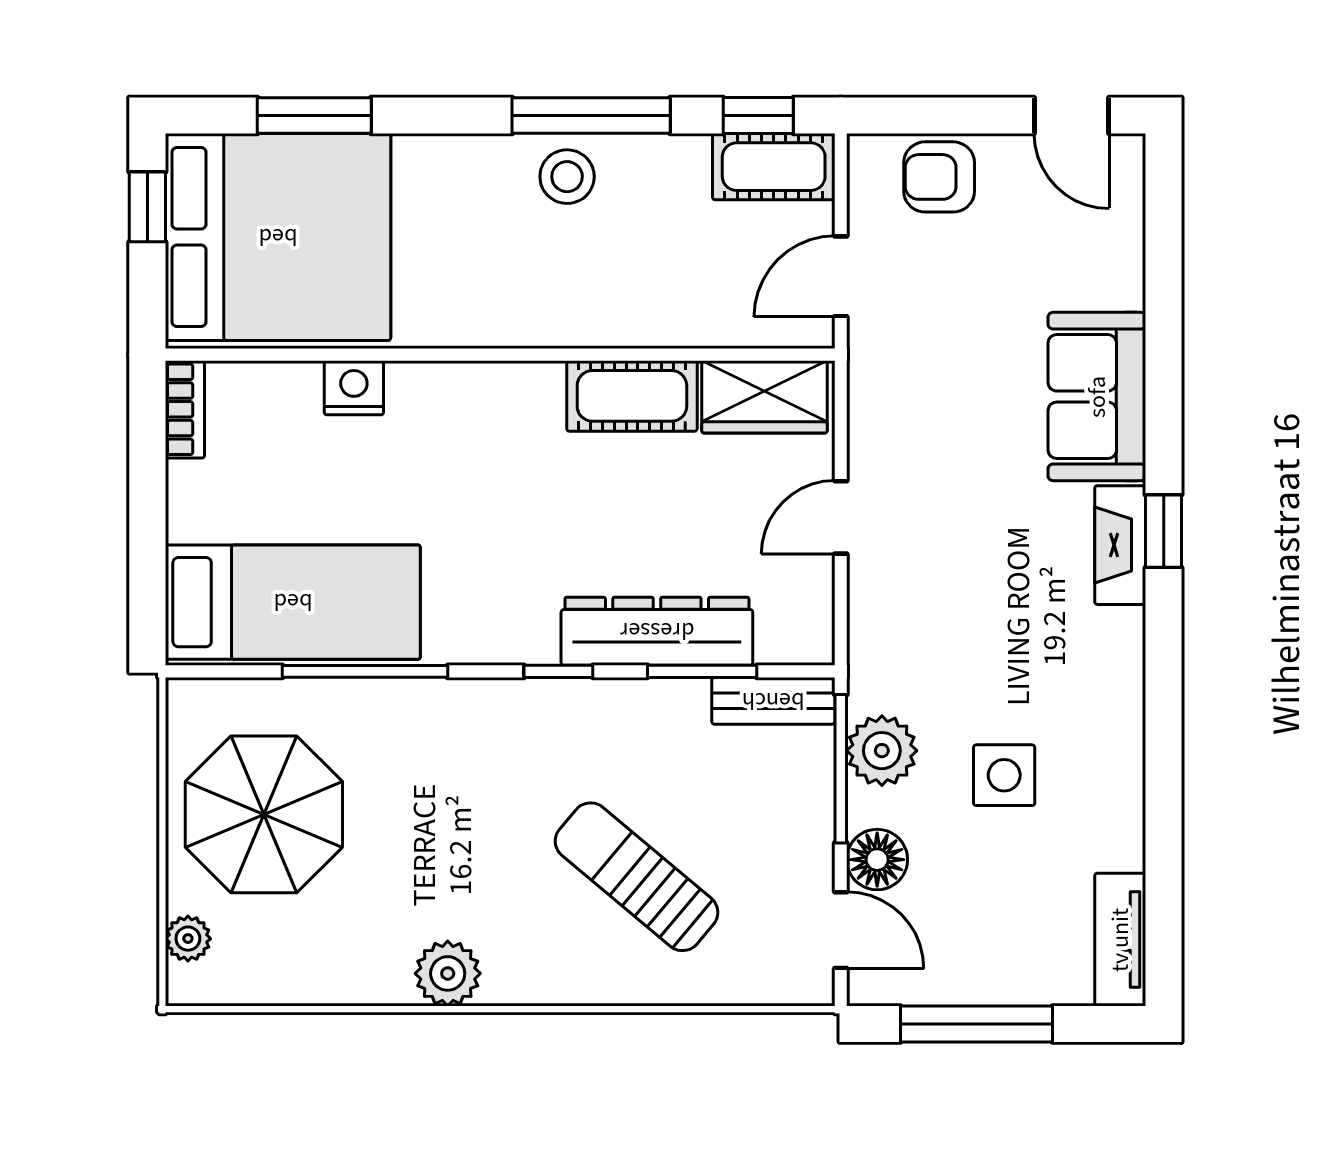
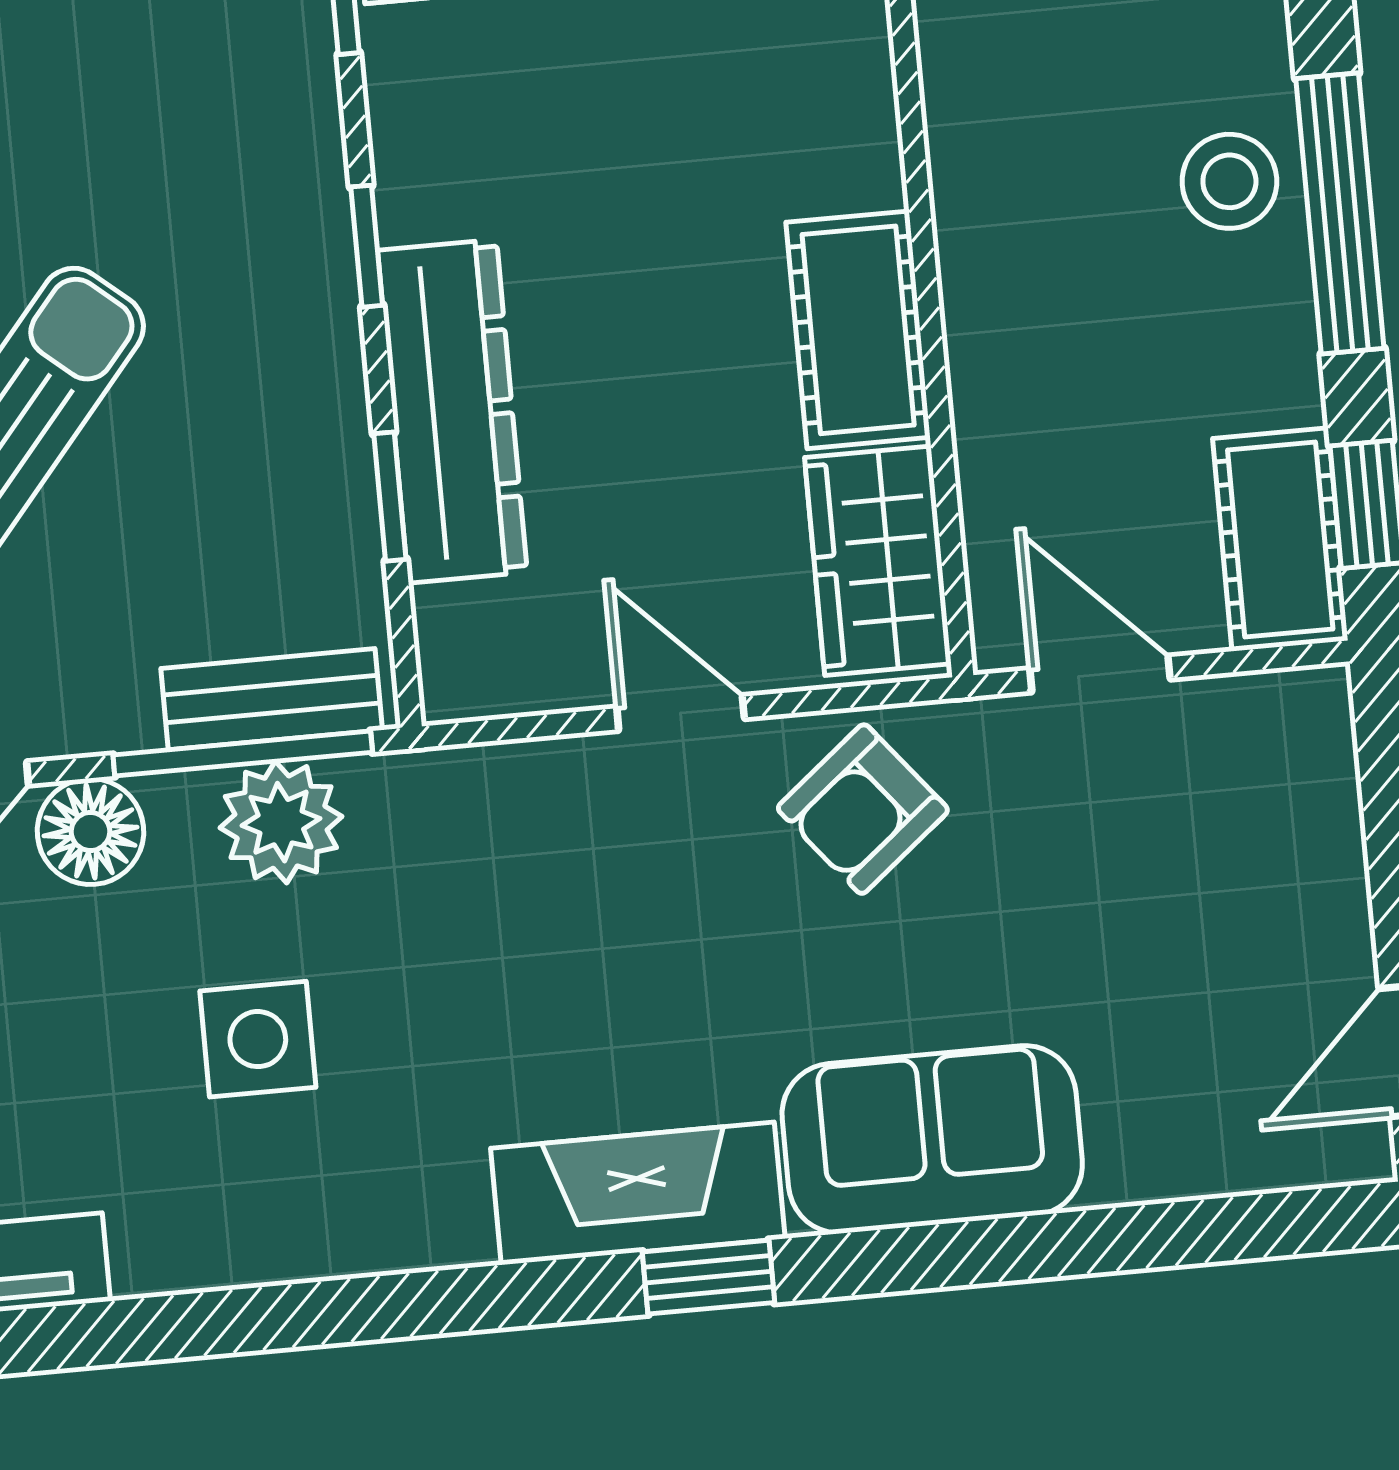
armchair: (939, 177) -> (863, 809), moved, turned -129
fireplace: (1120, 545) -> (638, 1193), width x1.37, depth x1.32
window: (702, 671) -> (390, 497), width x0.67
bench: (773, 701) -> (272, 699), moved, turned 90

